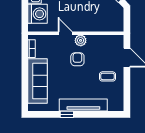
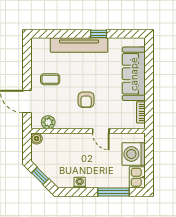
boiler: (119, 27) -> (36, 139), added
plant: (81, 40) -> (48, 122), moved

